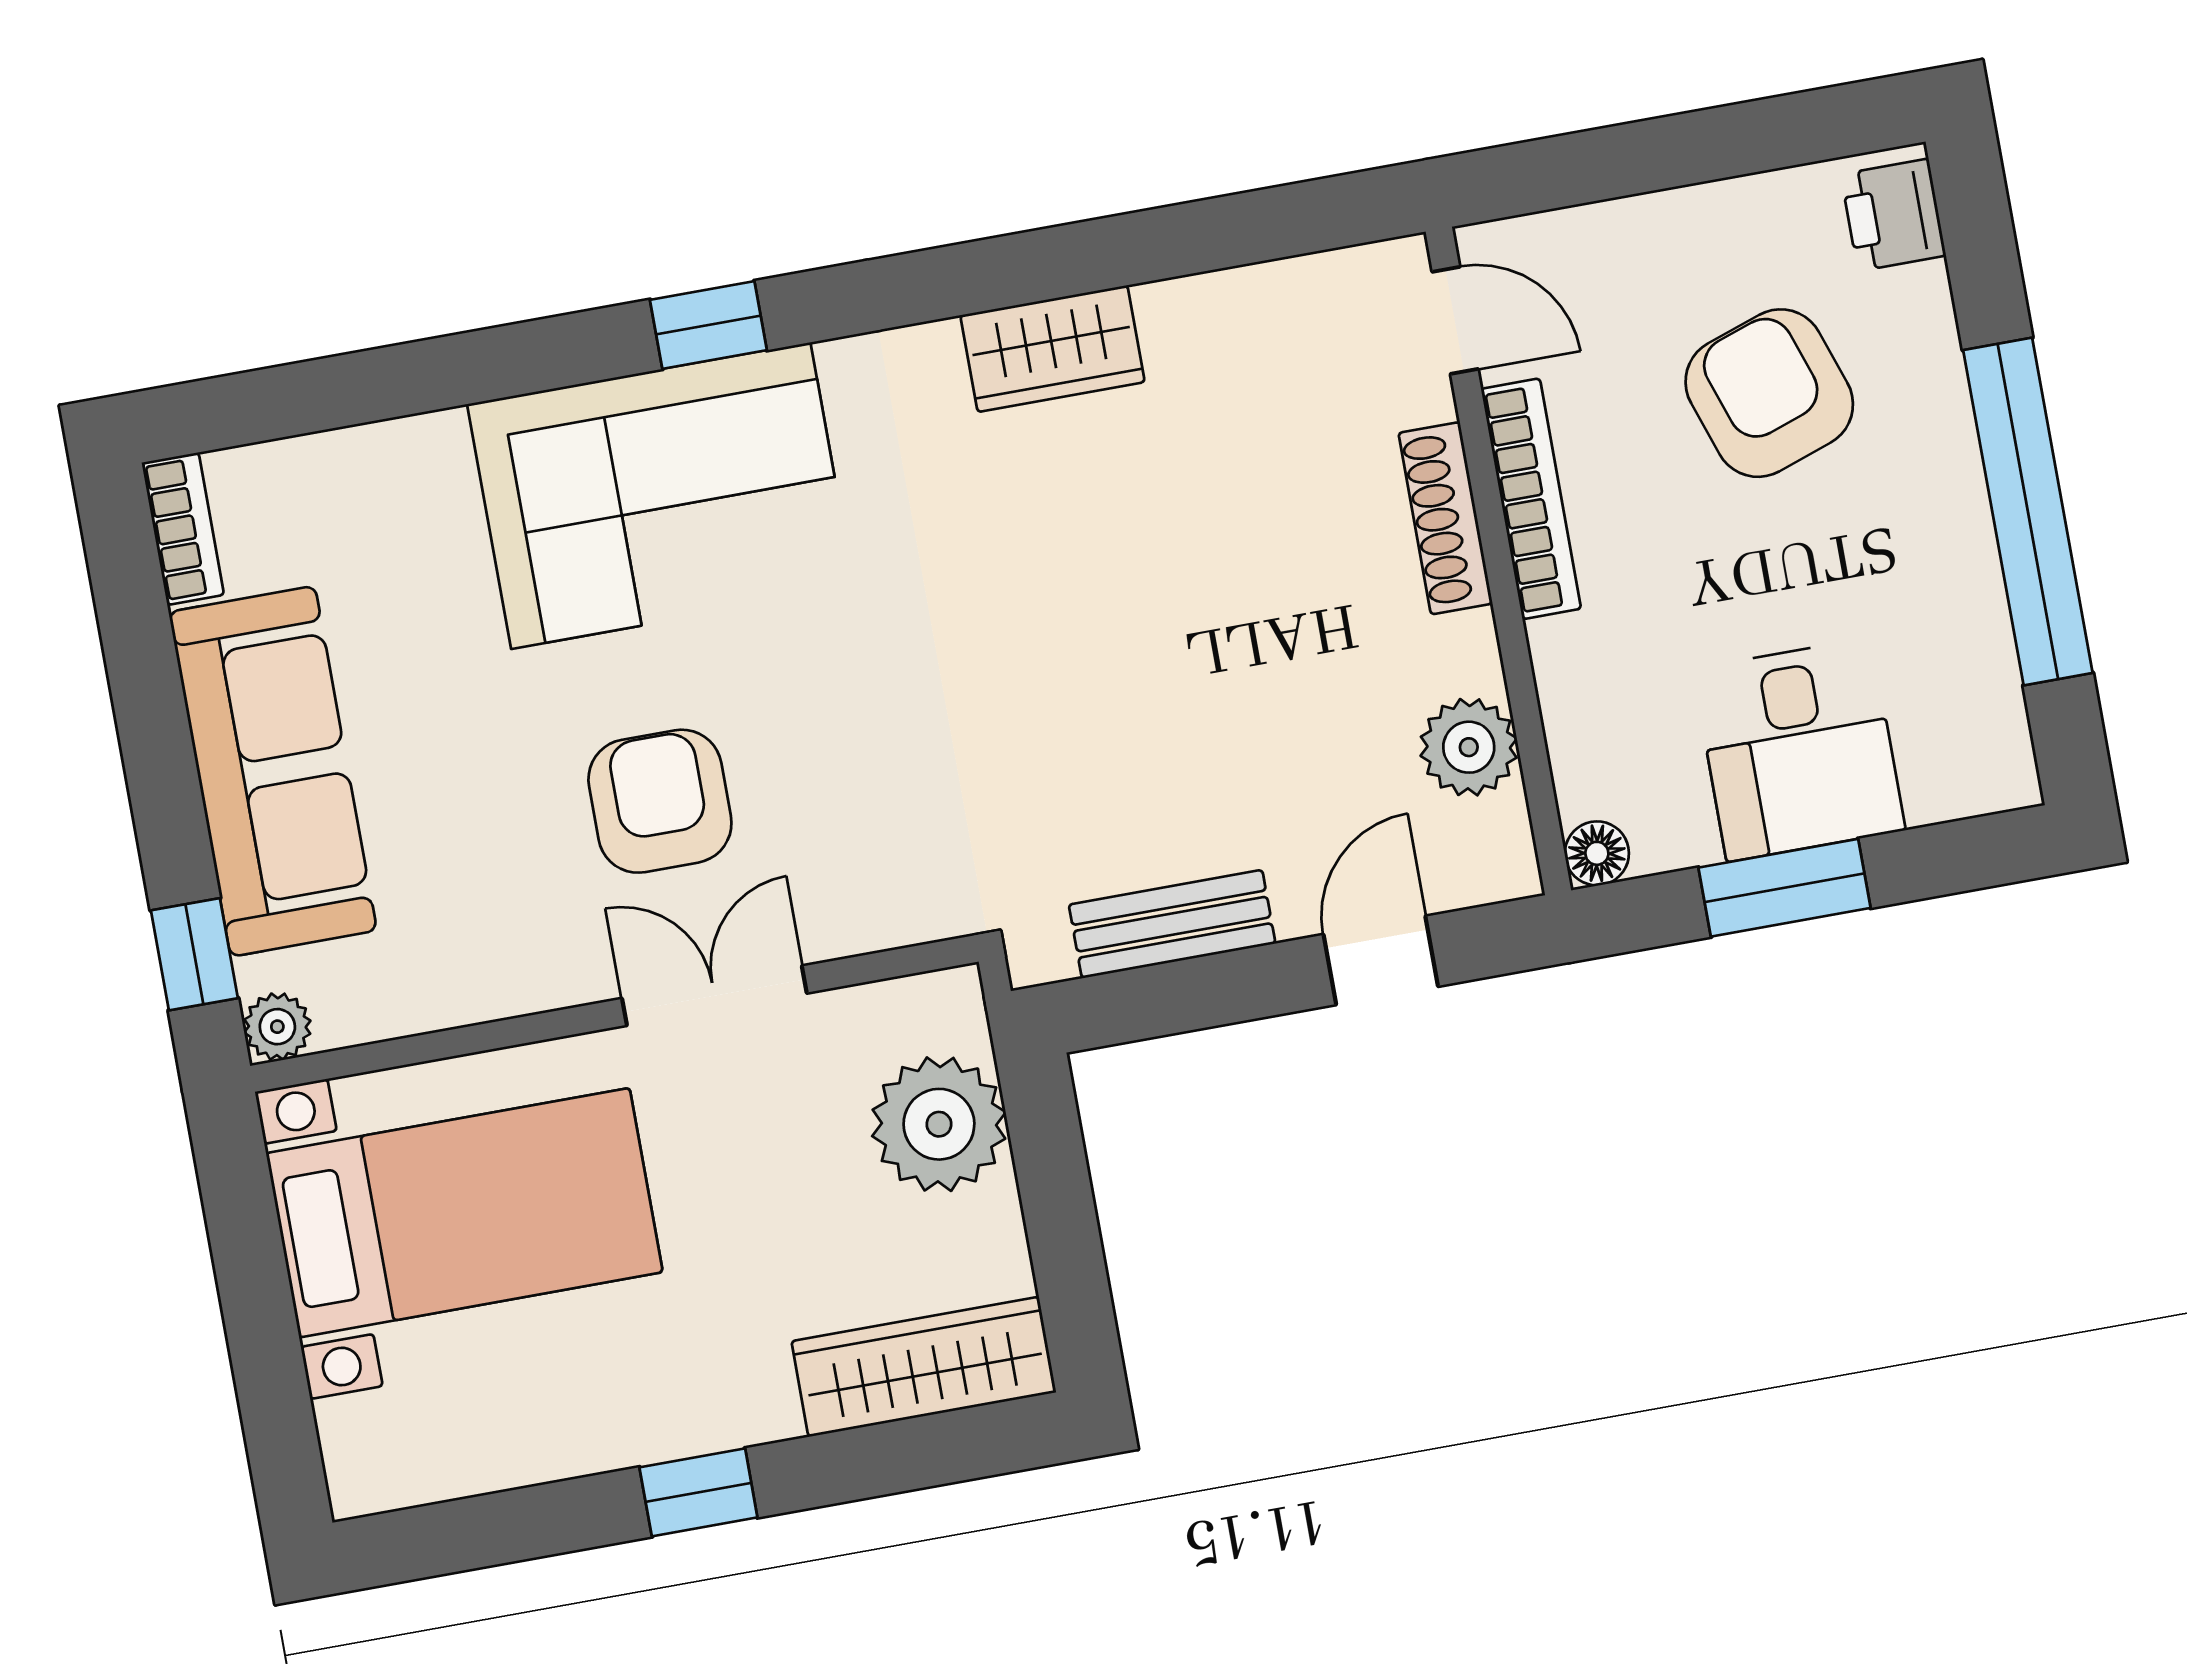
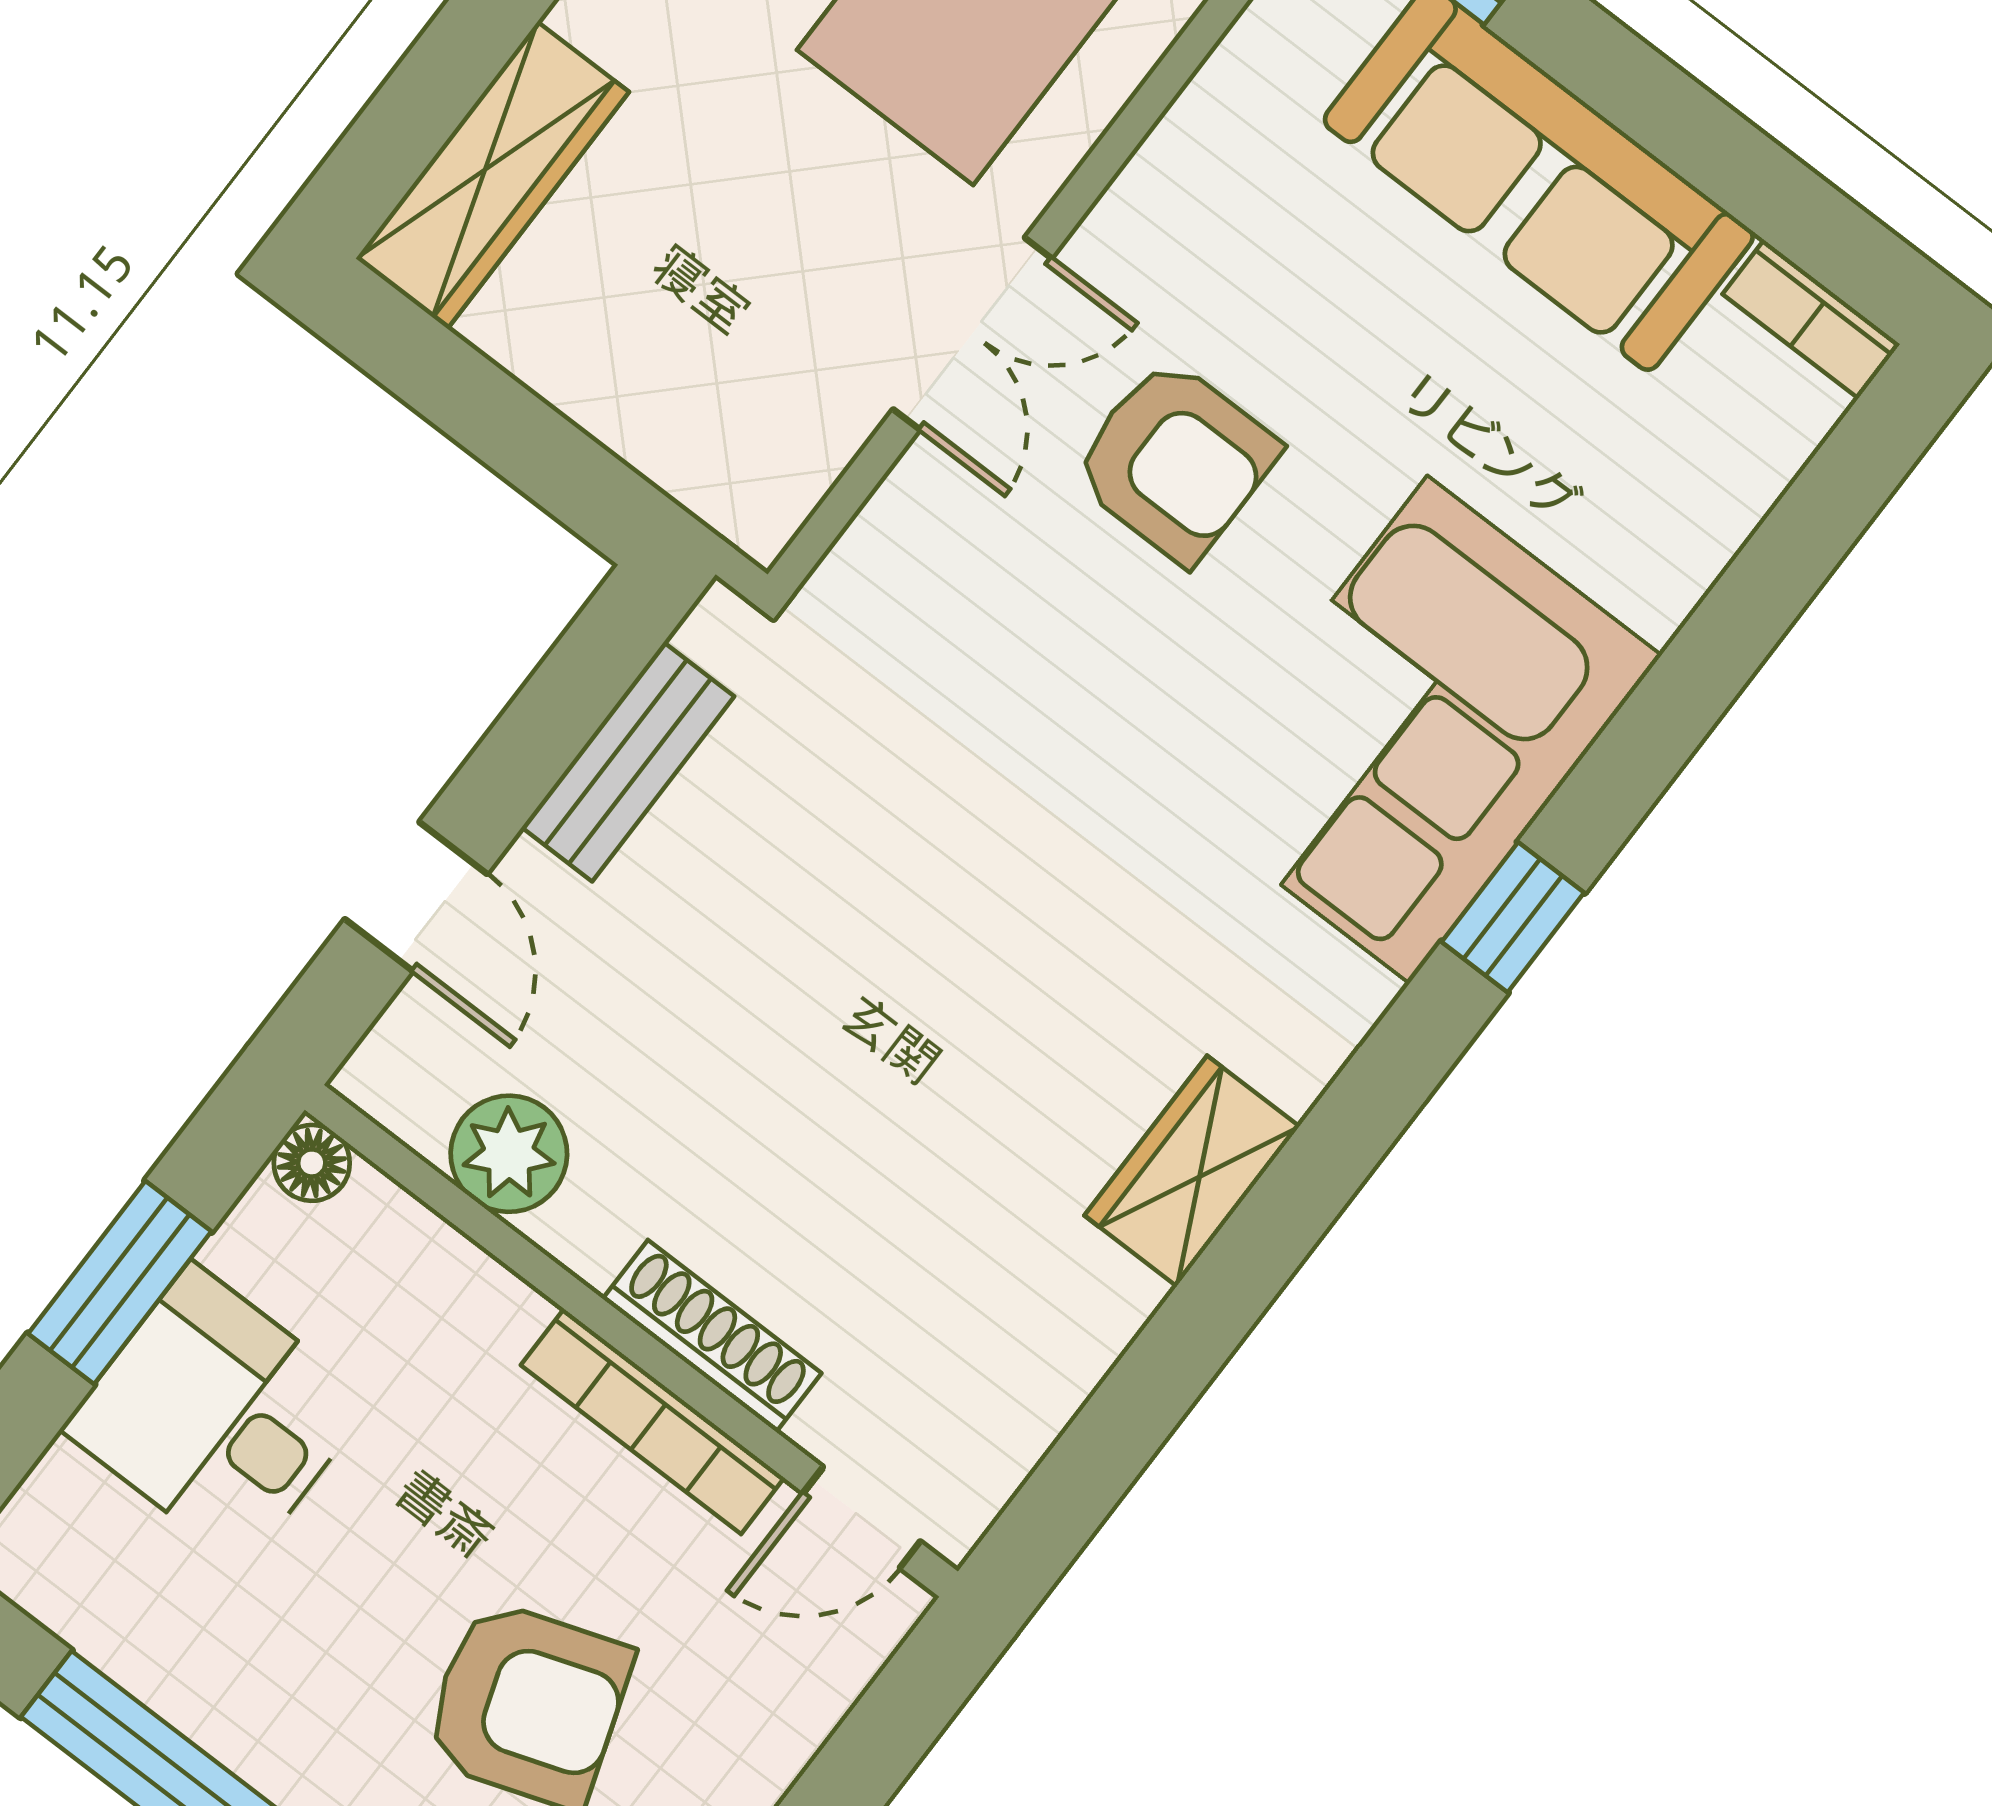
plant: (939, 1124) -> (673, 400), removed

